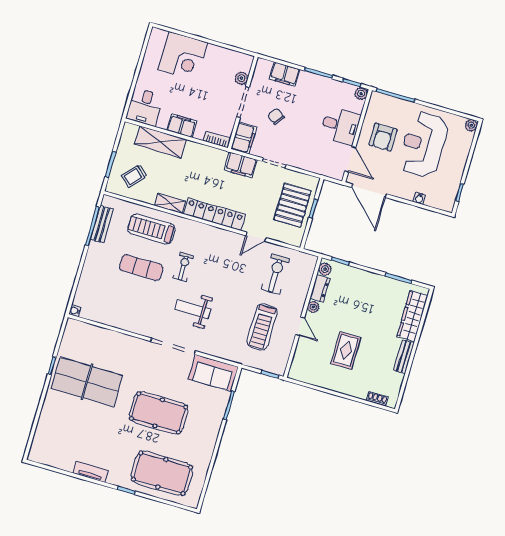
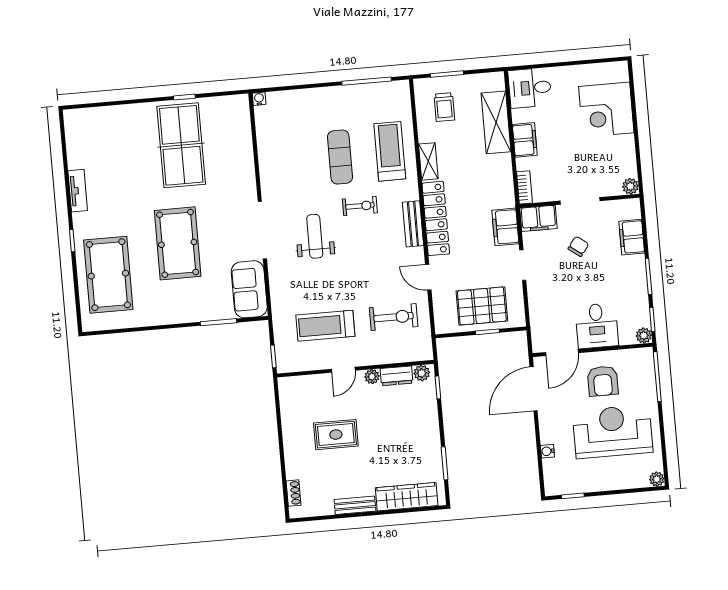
plant: (241, 78) -> (630, 186), moved
armchair: (383, 137) -> (603, 381), turned -90
trolley: (134, 176) -> (444, 107), turned -132
bench: (102, 224) -> (413, 224), moved, turned 90

